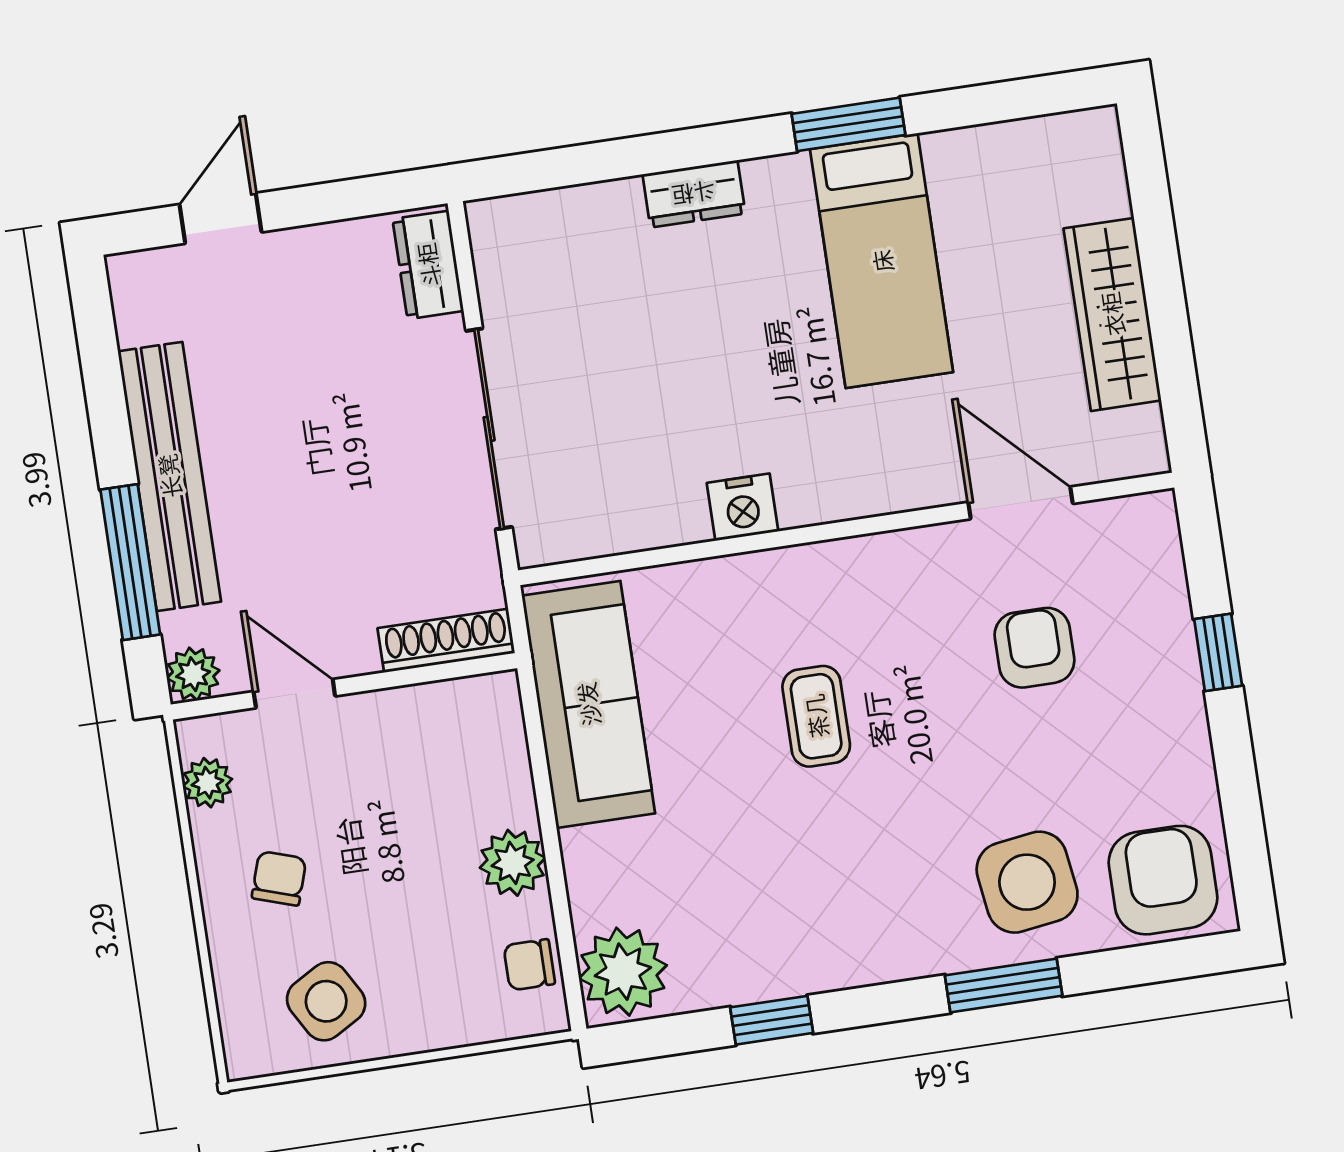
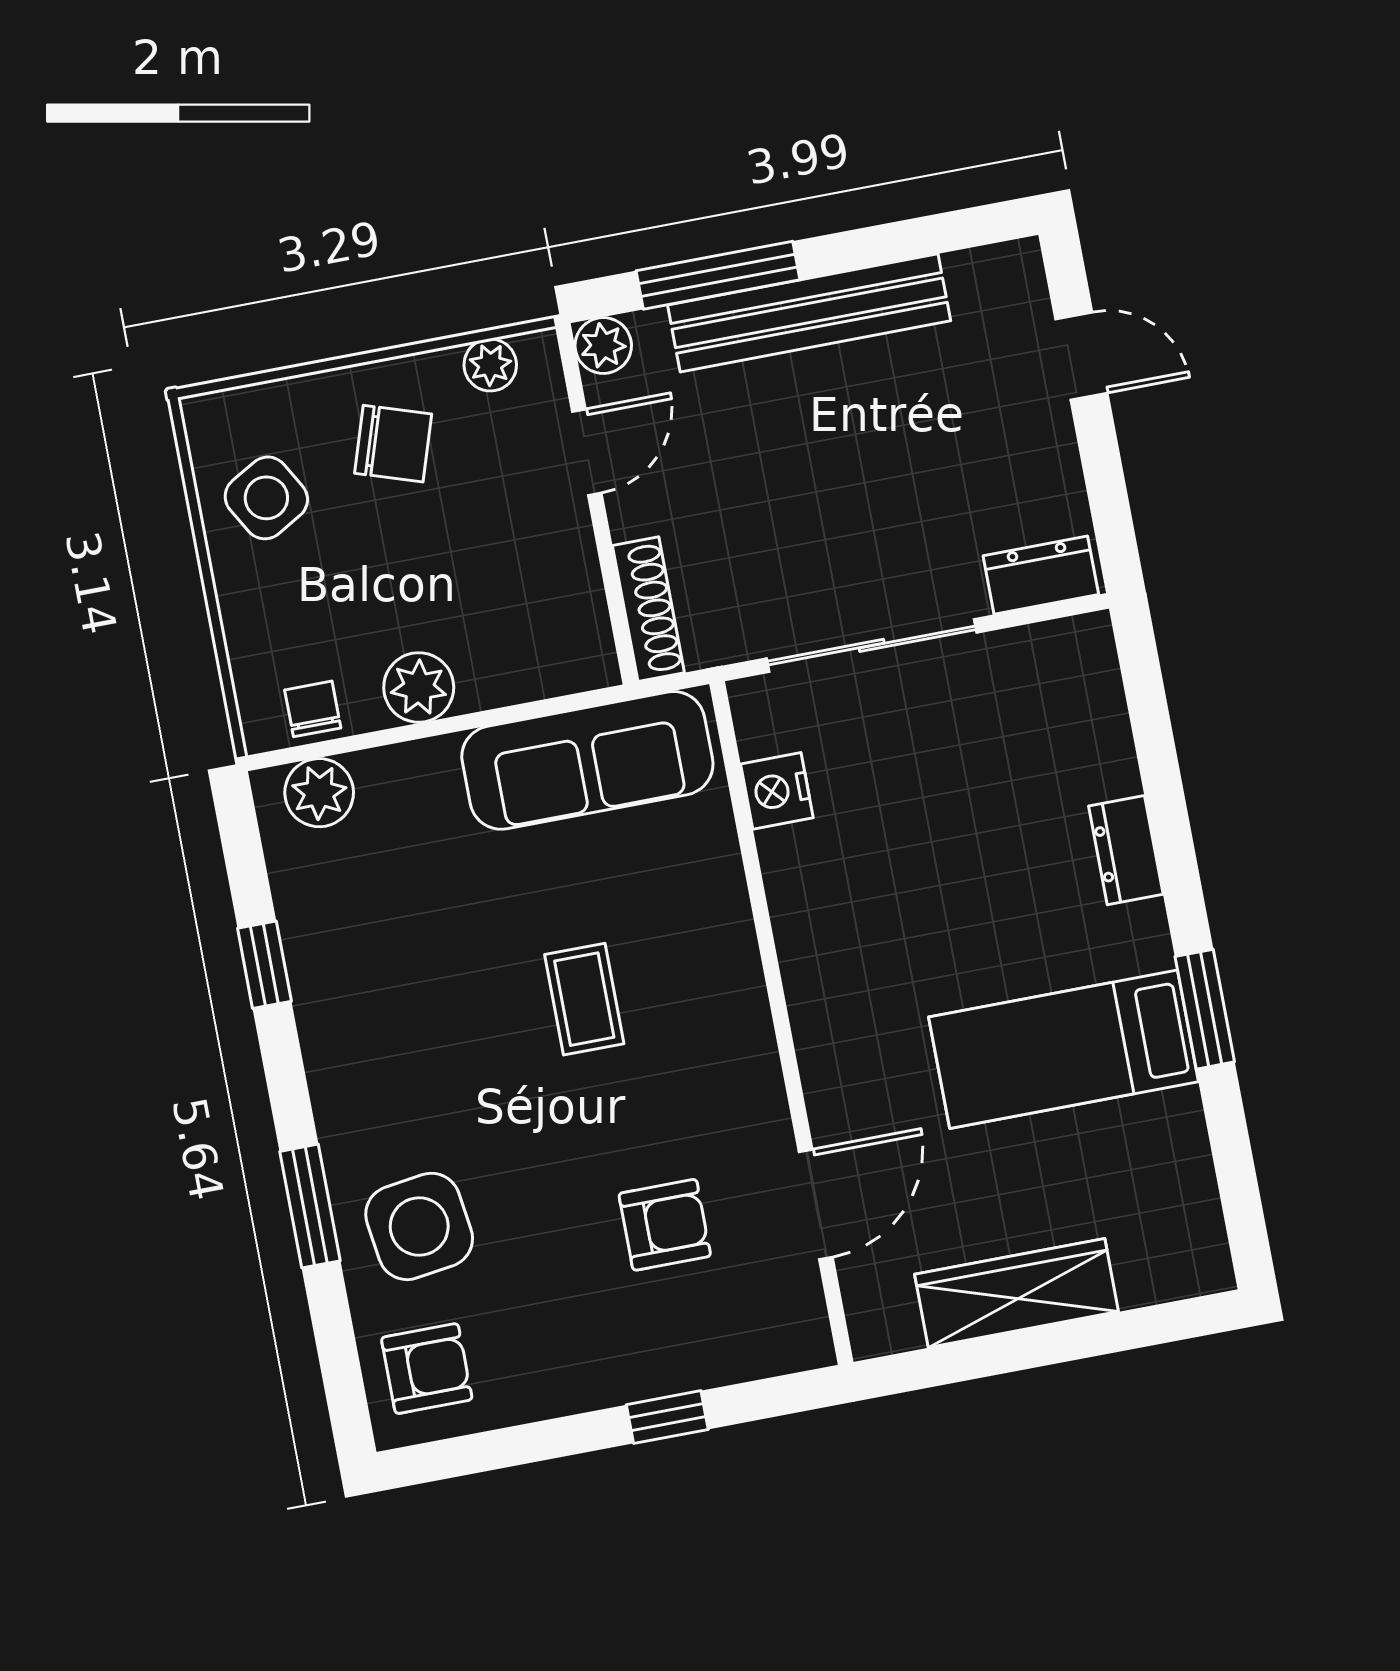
nightstand: (743, 507) -> (777, 791), moved
coffee table: (816, 716) -> (584, 999), turned 90
chair: (279, 878) -> (393, 444), width x1.37, depth x1.37
armchair: (1163, 880) -> (427, 1369), width x0.72, depth x0.72
plant: (623, 972) -> (319, 793), width x0.73, depth x0.73

